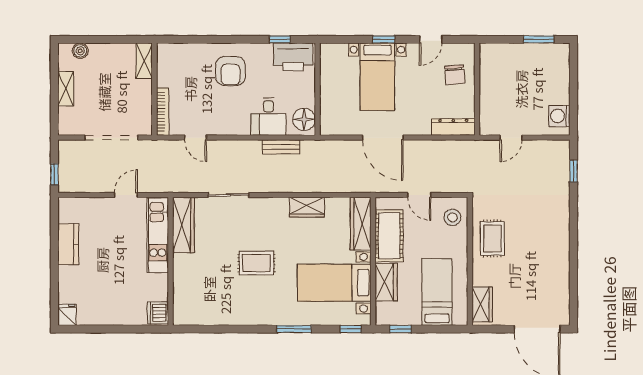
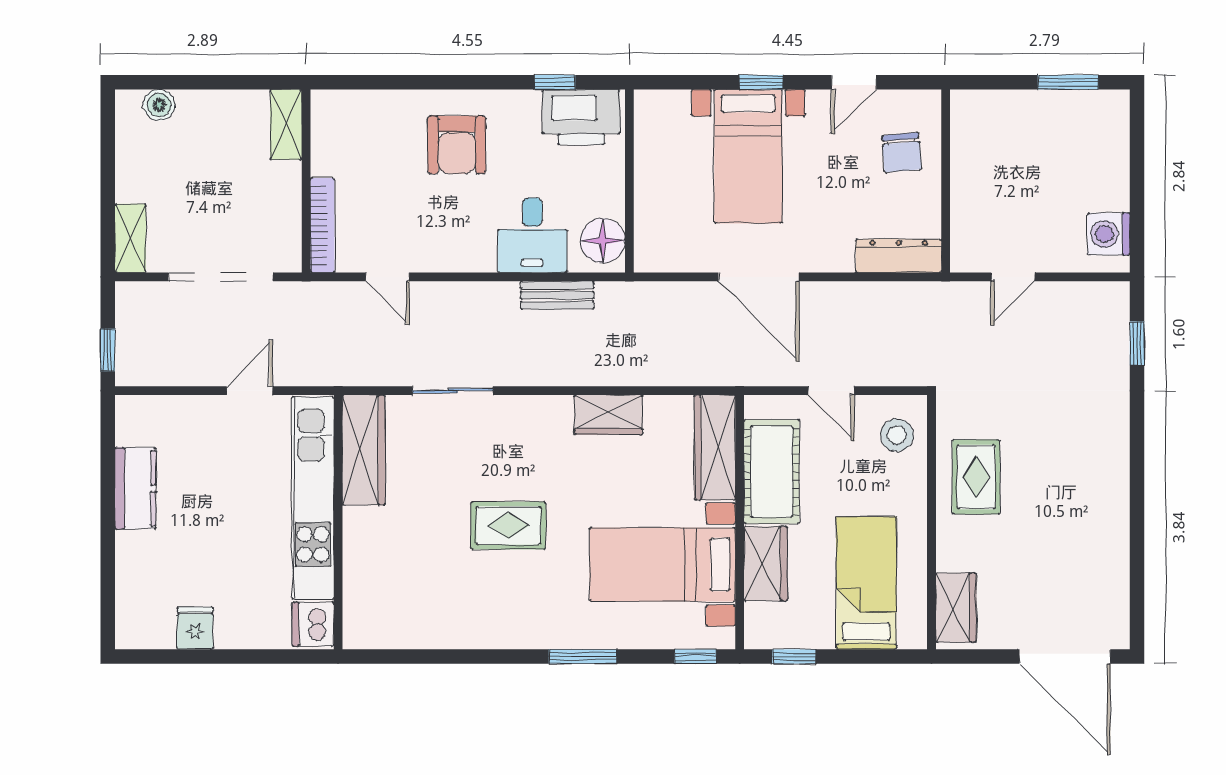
shelving: (66, 89) -> (130, 238), moved
kitchen unit: (158, 235) -> (313, 498), width x1.36
fridge: (67, 315) -> (195, 628), moved

